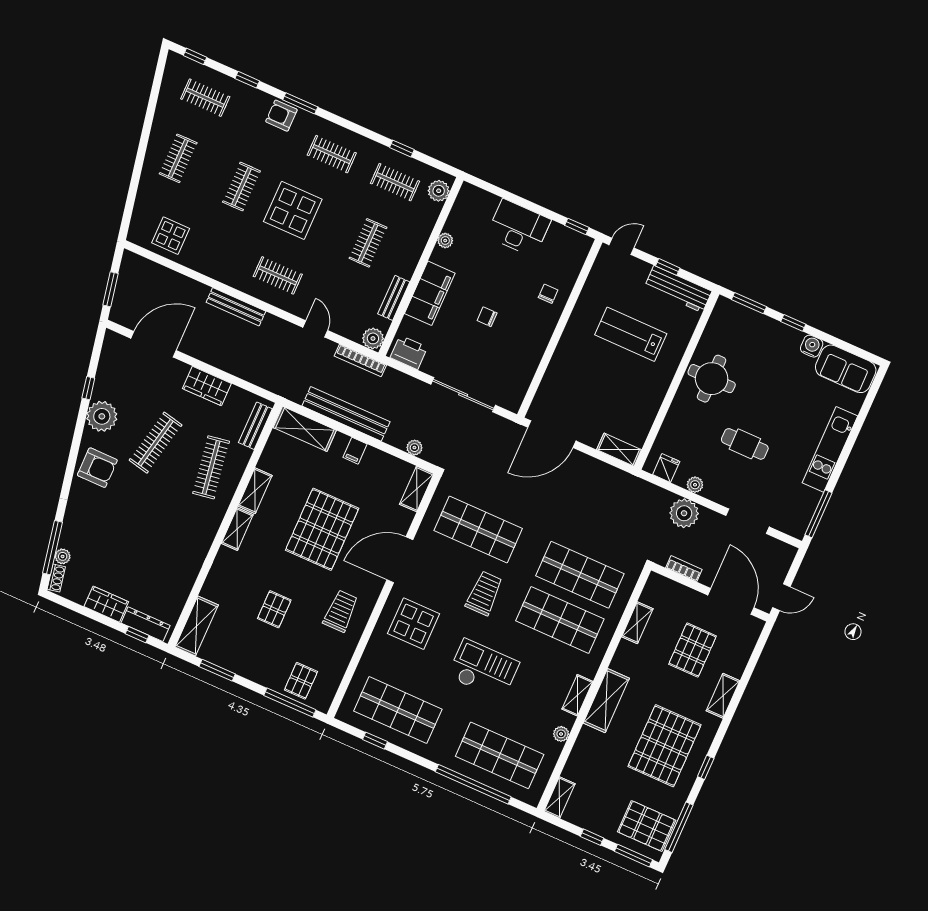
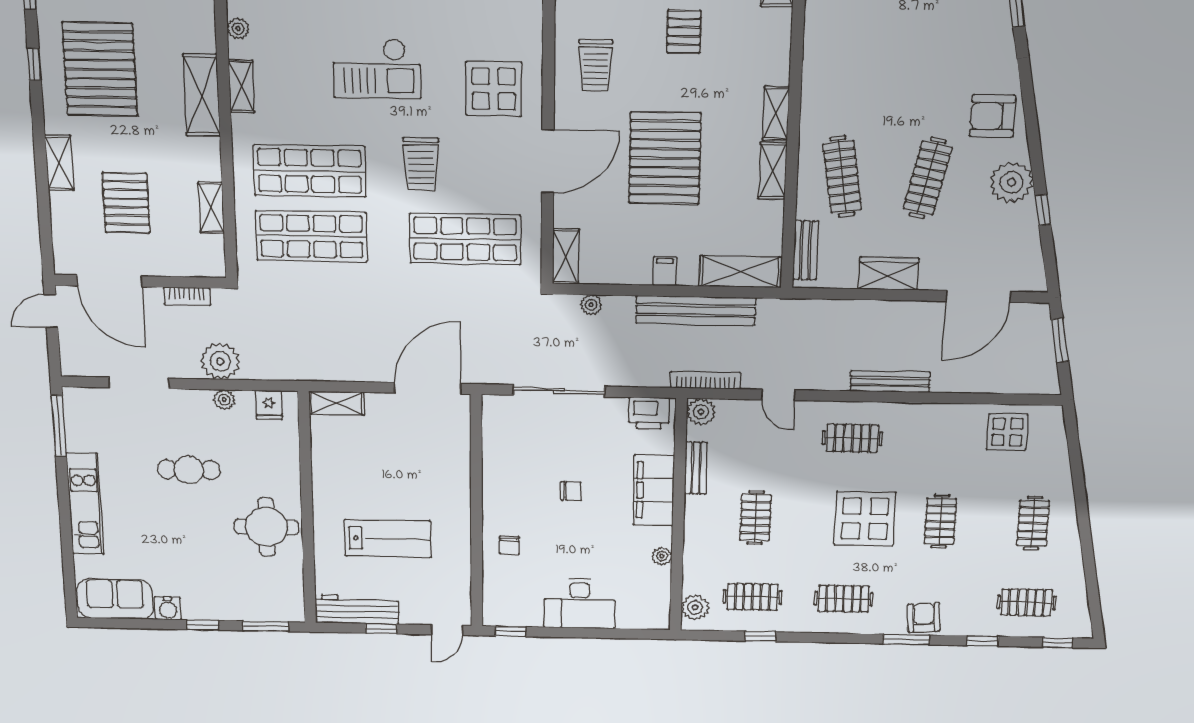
armchair: (281, 116) -> (924, 618), turned -94

